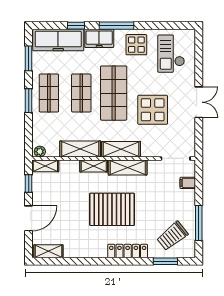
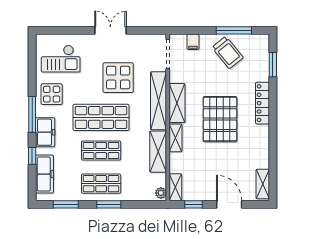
freezer: (58, 40) -> (44, 174), width x0.73, depth x0.79
shelving: (121, 149) -> (159, 101), width x1.47
trolley: (172, 236) -> (228, 52), moved

